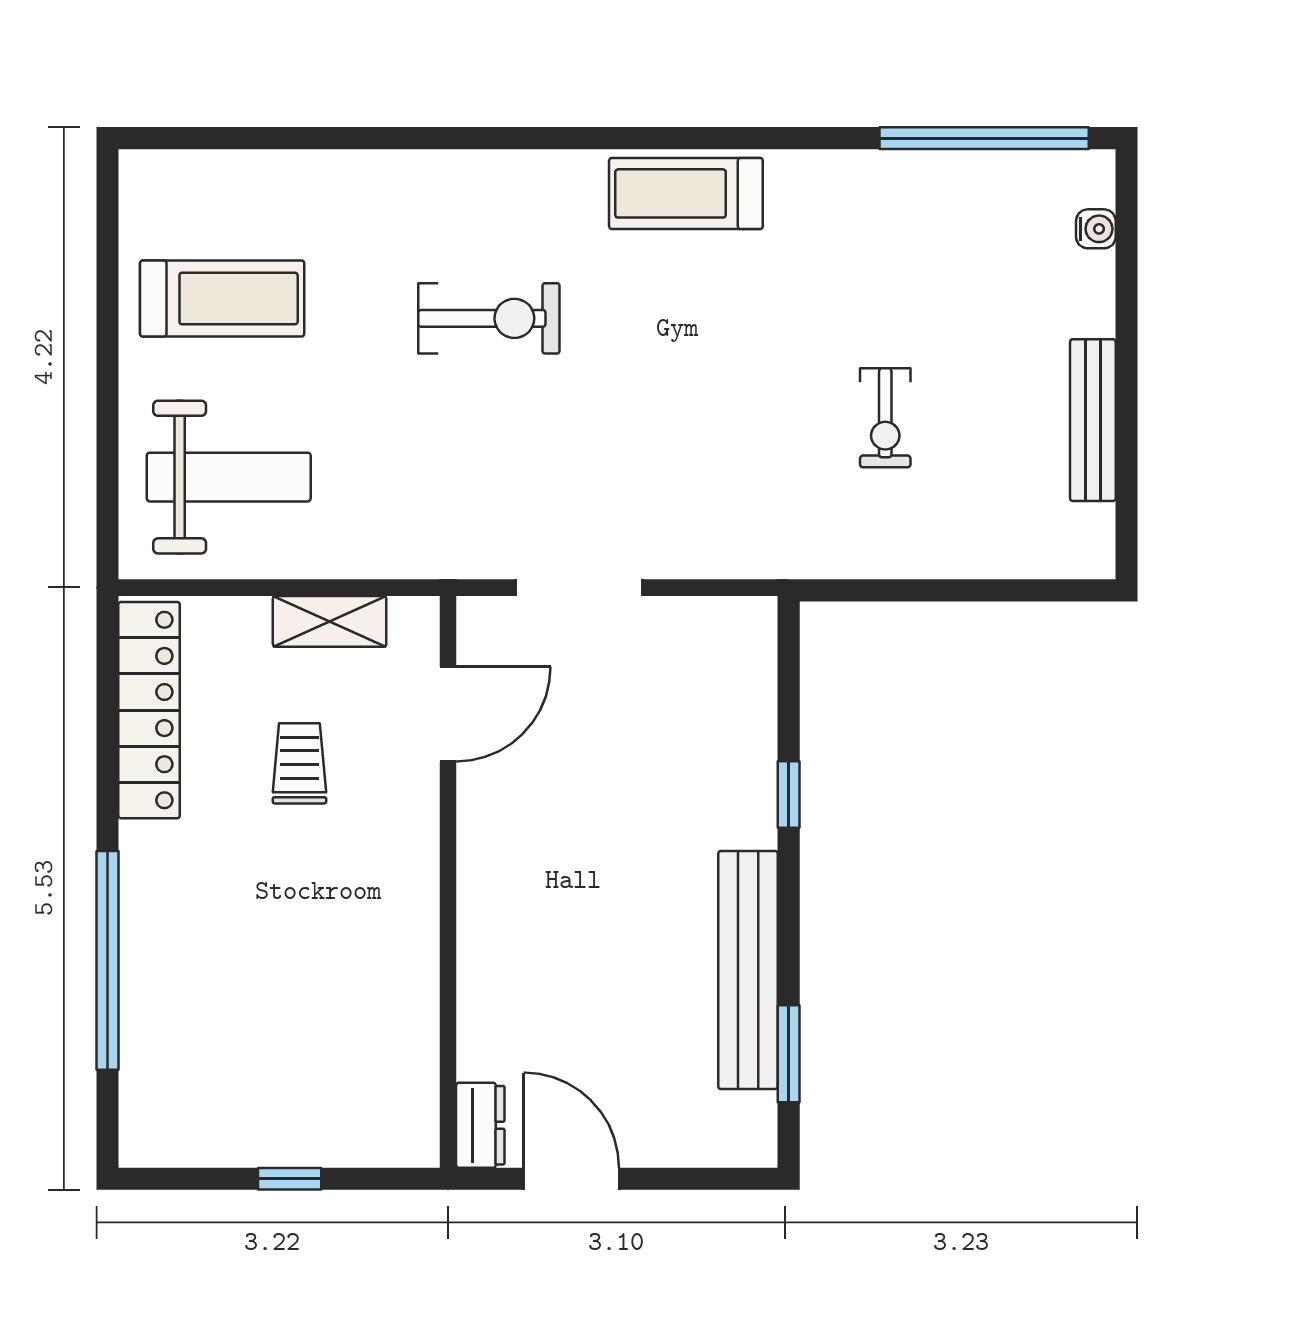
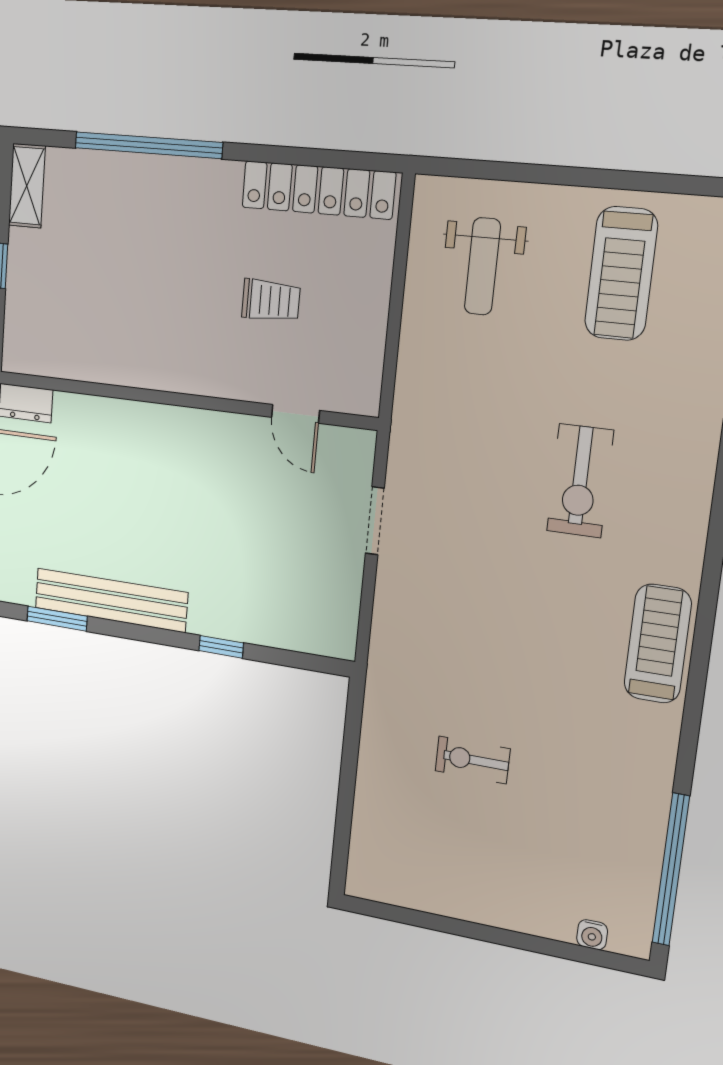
bench: (1093, 420) -> (455, 903), removed
weight bench: (229, 477) -> (482, 266), width x0.73, depth x0.75
doorway: (579, 588) -> (375, 521), width x0.73
shelving: (330, 621) -> (27, 186), moved
door: (448, 714) -> (295, 414), width x0.73

